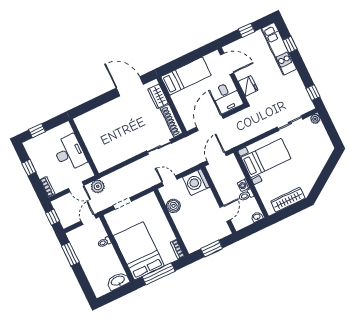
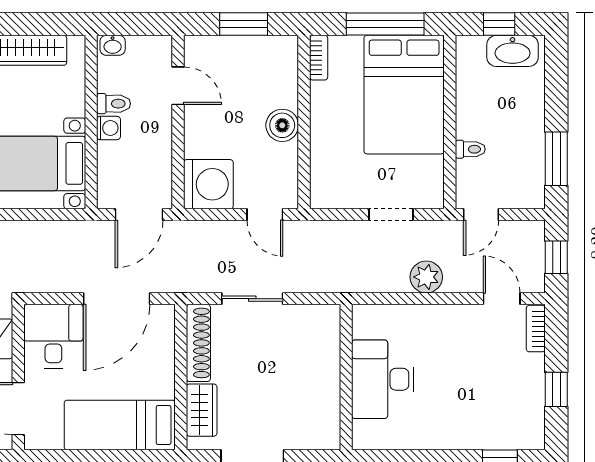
wall: (84, 147) -> (346, 377), moved
desk: (70, 153) -> (383, 379), moved
door: (76, 187) -> (502, 299), moved
boiler: (173, 206) -> (282, 125), moved
door: (225, 214) -> (178, 86), swing flipped
washbasin: (118, 281) -> (513, 51), moved
window: (116, 294) -> (499, 24), added

